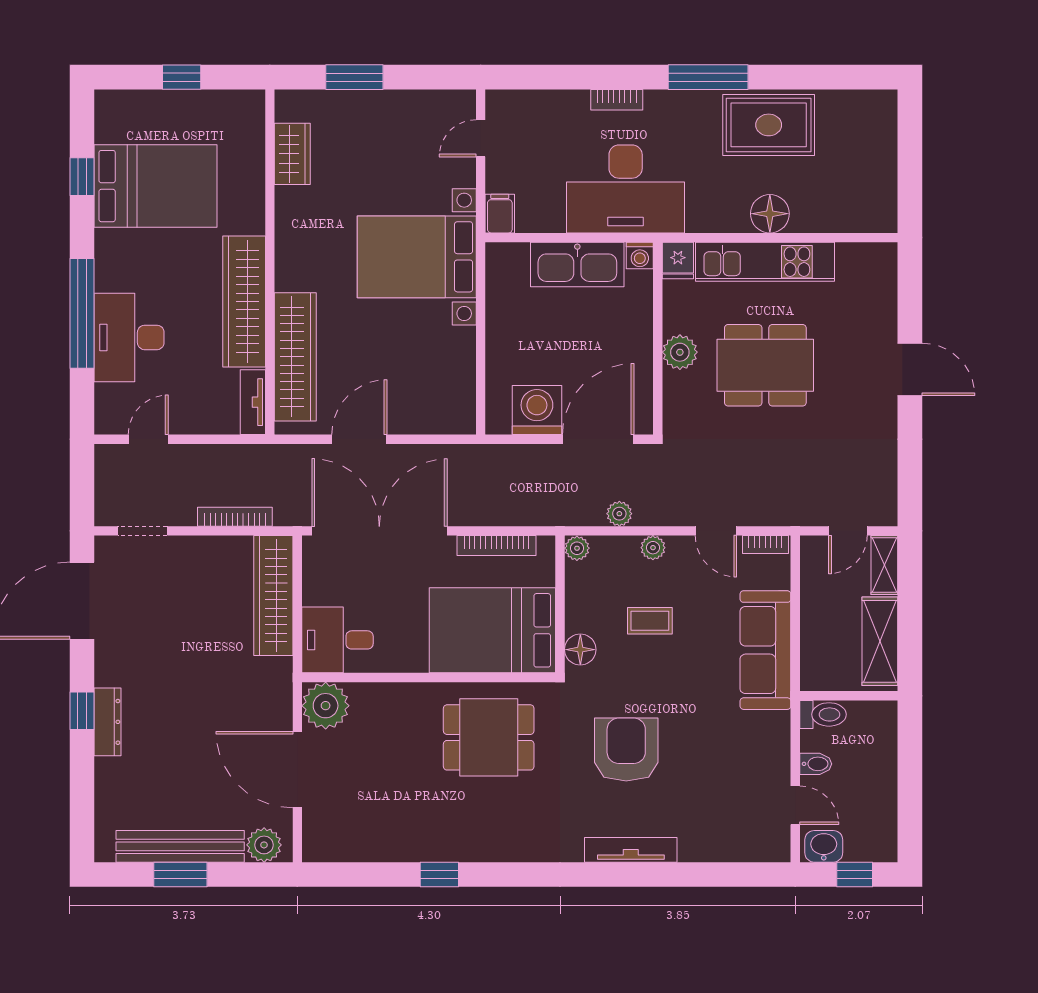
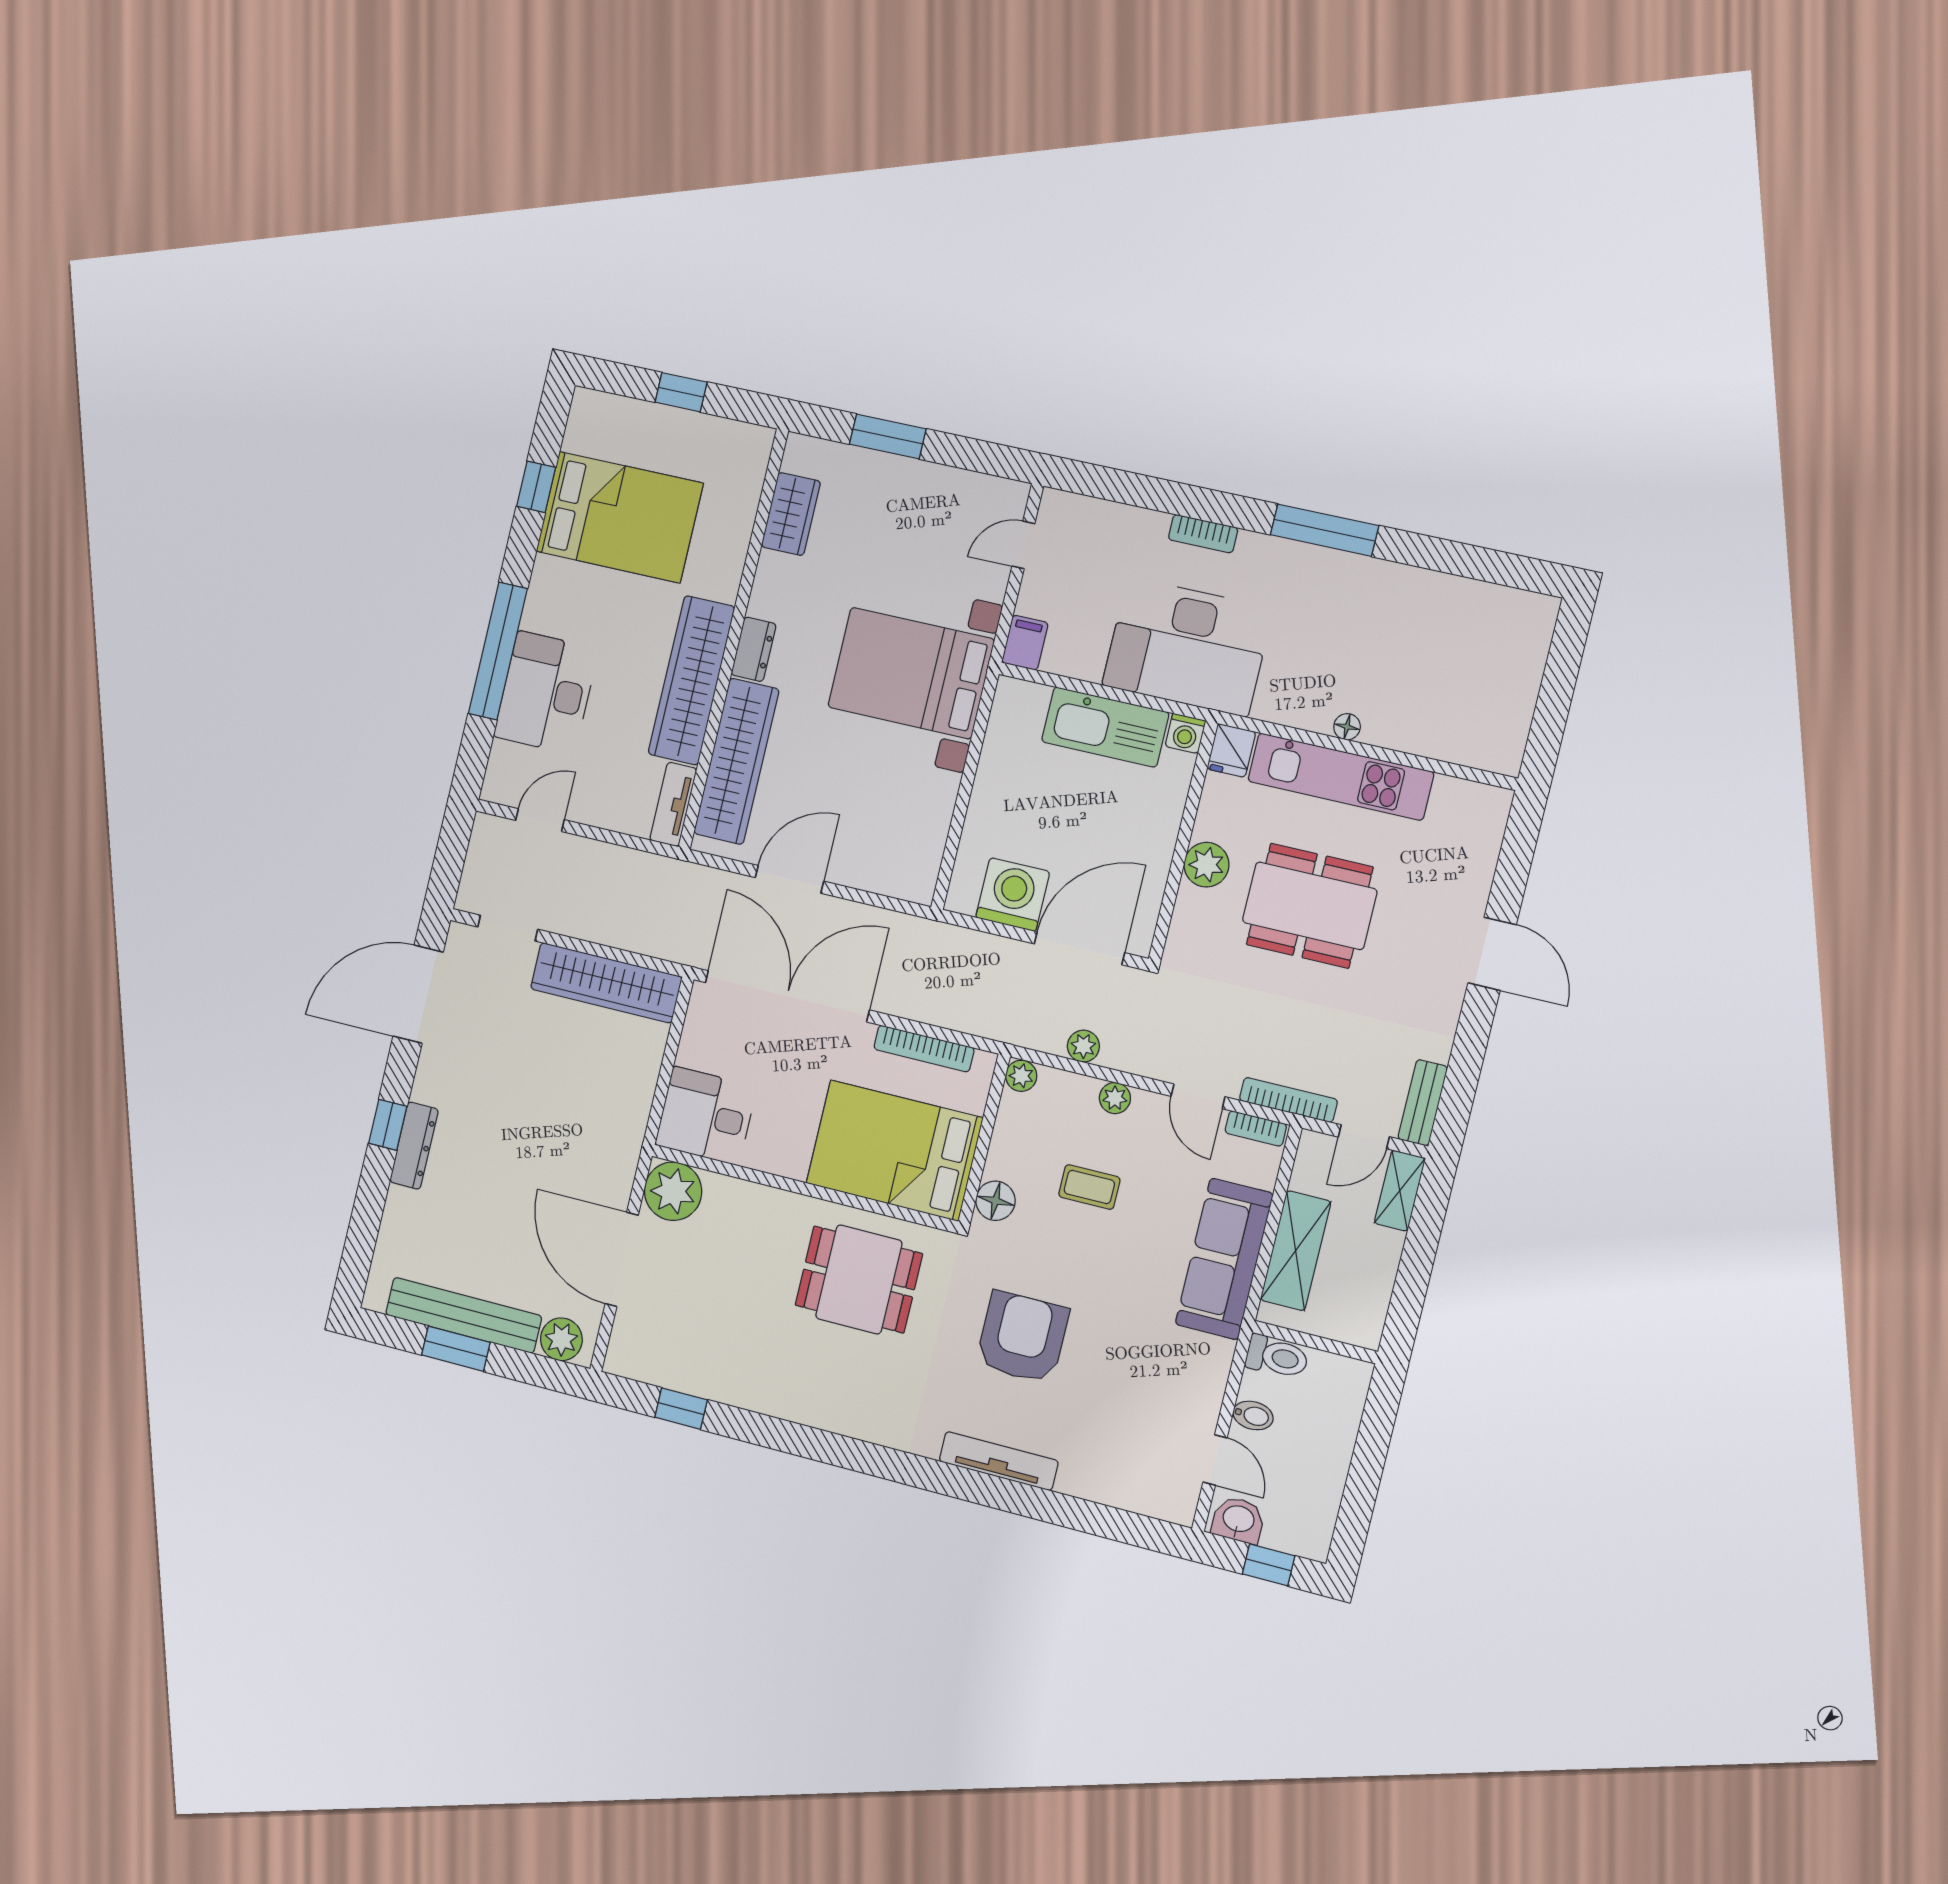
rug: (769, 125) -> (1387, 607), removed
floor lamp: (770, 214) -> (1347, 727), width x0.53, depth x0.53
dresser: (288, 266) -> (754, 649), added
bench: (885, 494) -> (1423, 1103), added
bookcase: (235, 517) -> (1288, 1100), moved
wardrobe: (273, 596) -> (606, 983), moved, turned -90
shelving: (880, 641) -> (1296, 1251), moved
window: (439, 875) -> (681, 1409), moved

